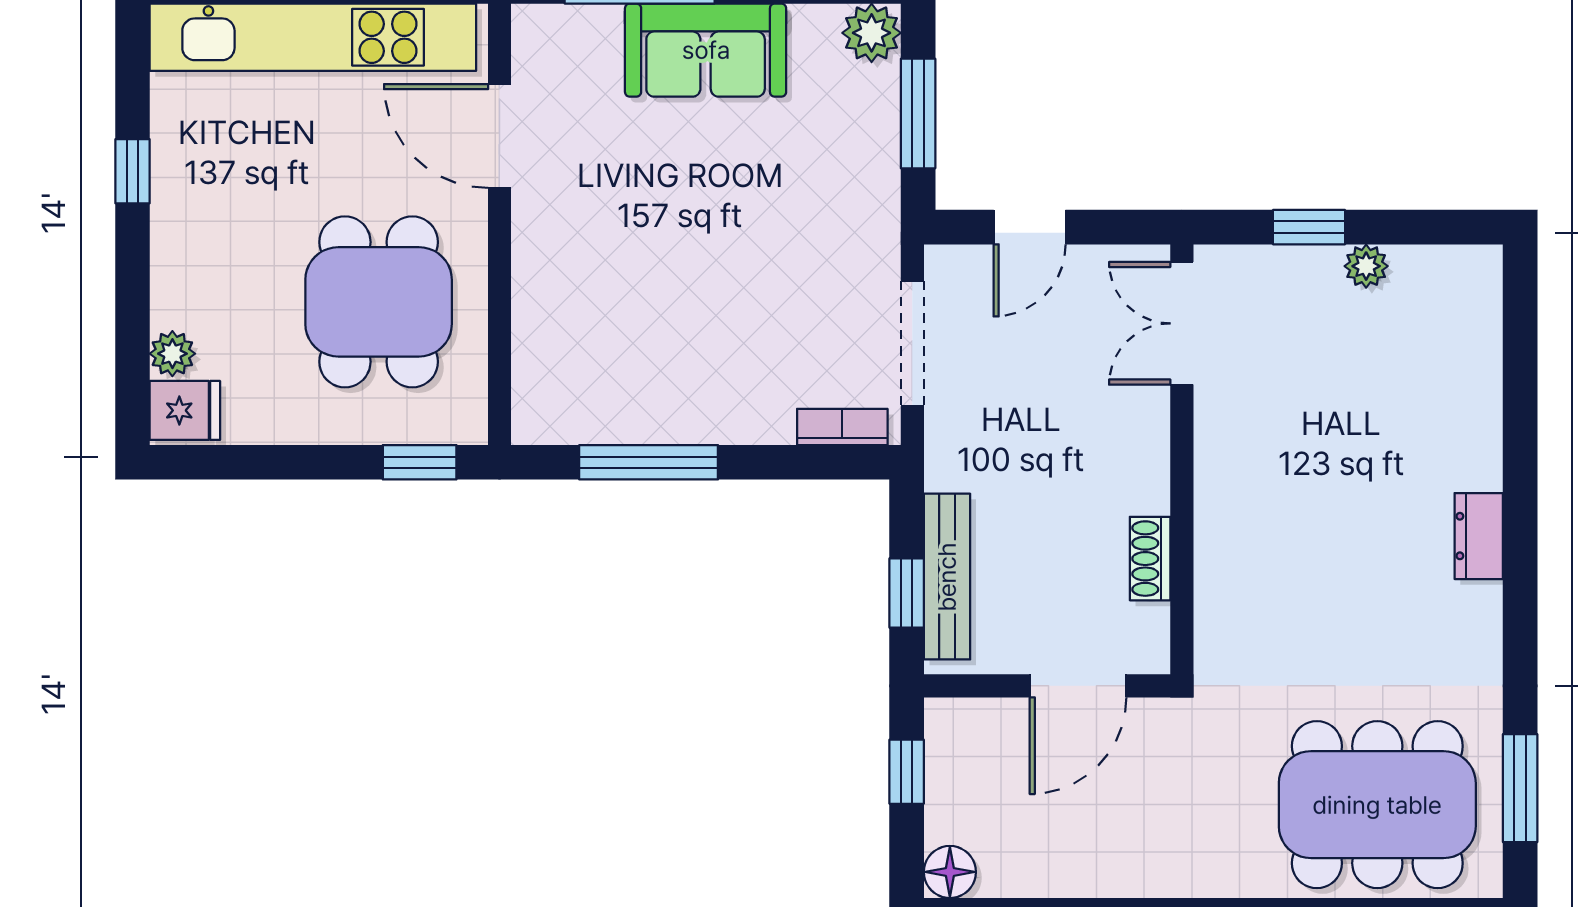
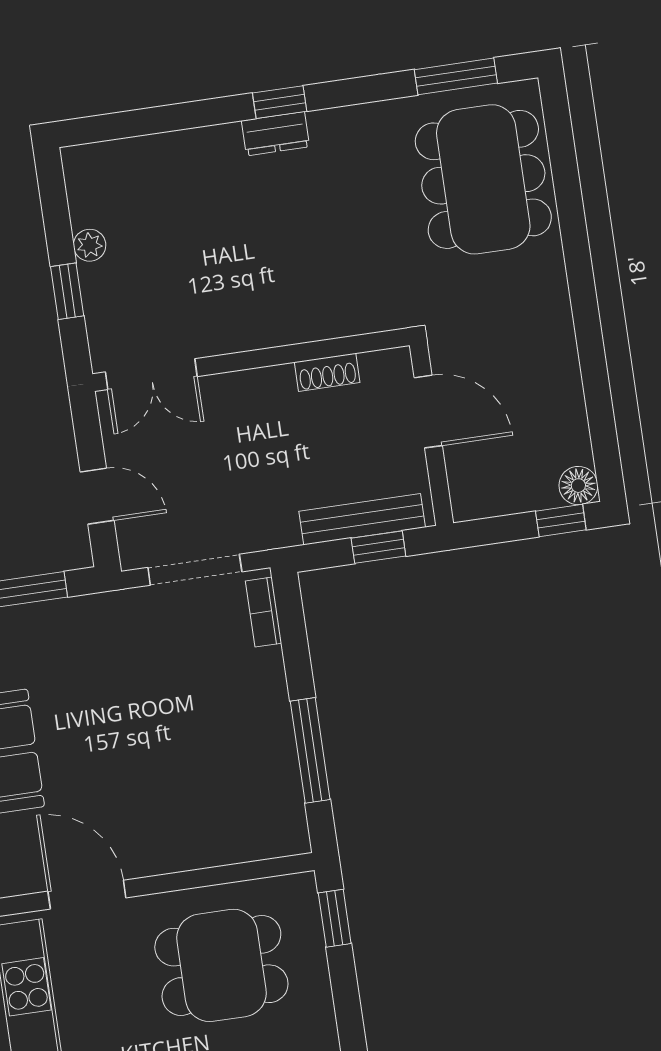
door: (499, 136) -> (87, 895), swing flipped
window: (1520, 548) -> (280, 102), added
window: (907, 772) -> (561, 521), moved

